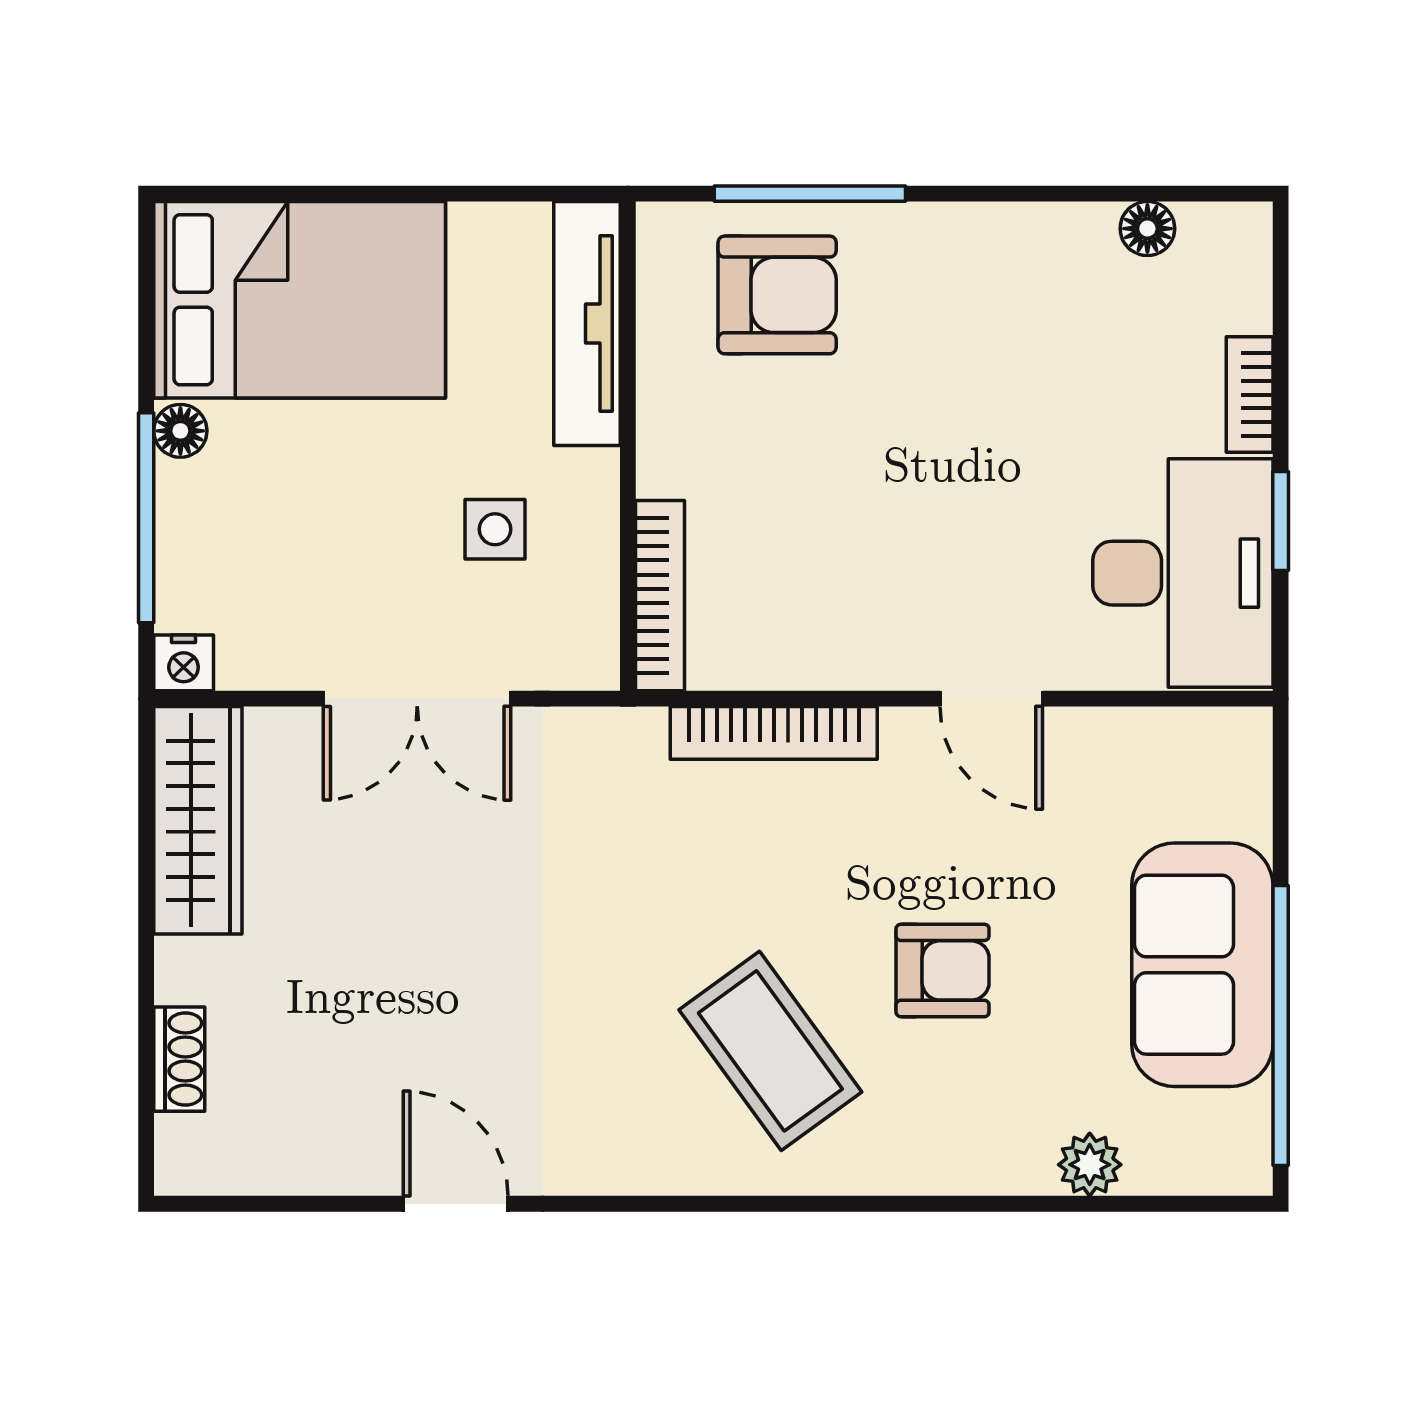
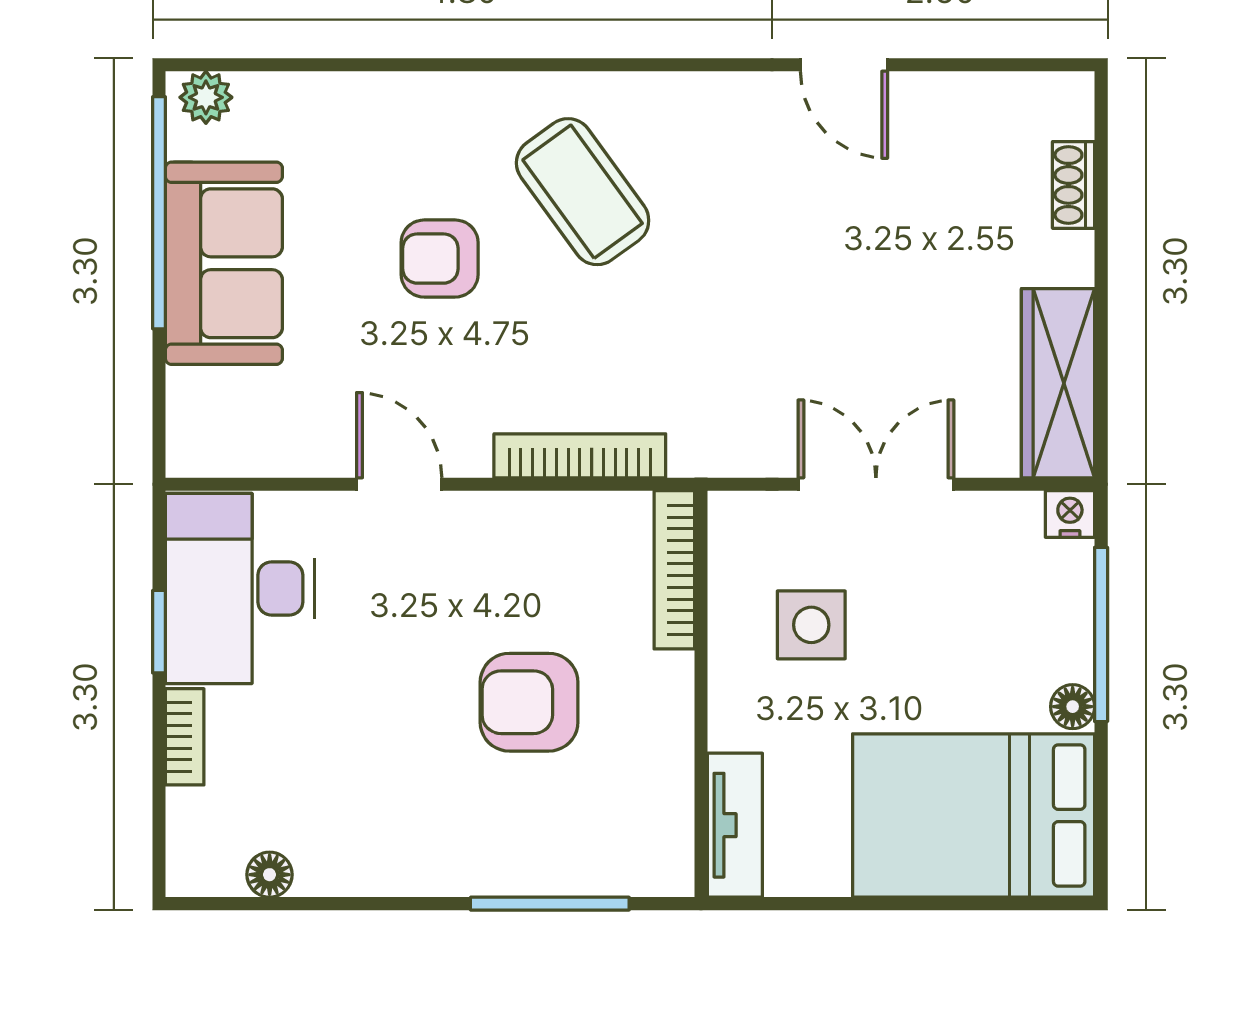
armchair: (777, 295) -> (529, 702), moved
tv unit: (587, 324) -> (735, 825), width x0.71
side table: (495, 529) -> (811, 625), width x1.37, depth x1.37
plant: (1090, 1165) -> (206, 97), moved

